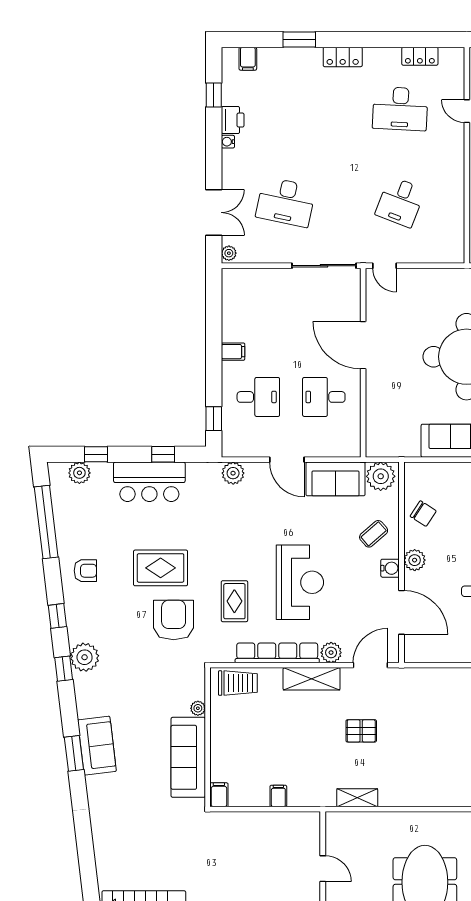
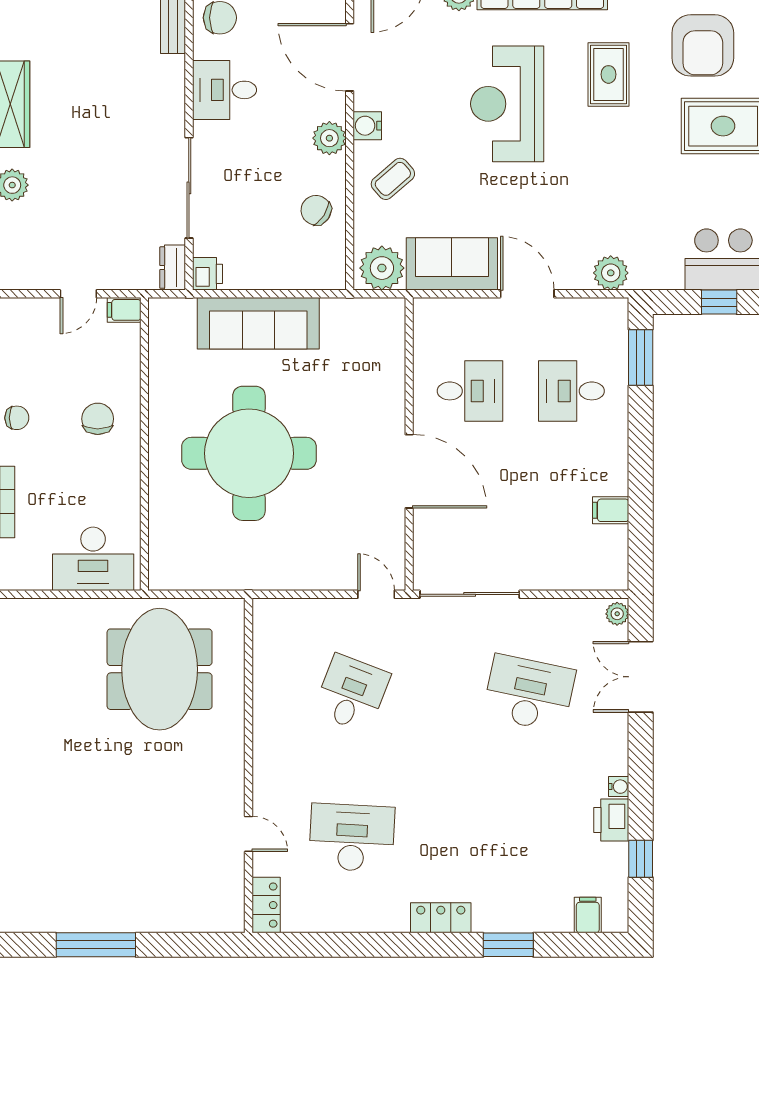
locker: (420, 56) -> (266, 905), moved, turned 90
filing cabinet: (233, 352) -> (611, 510), moved
window: (214, 419) -> (641, 357), width x1.50

